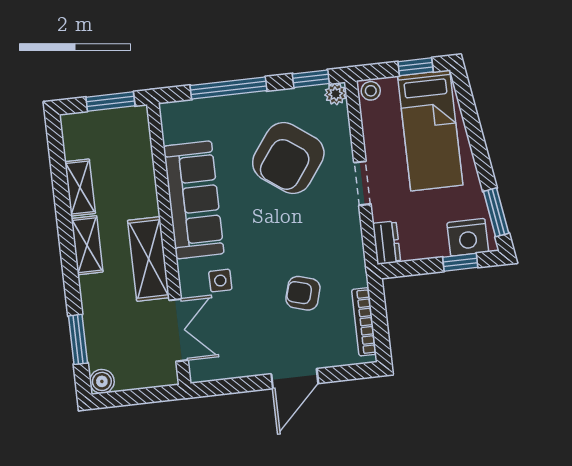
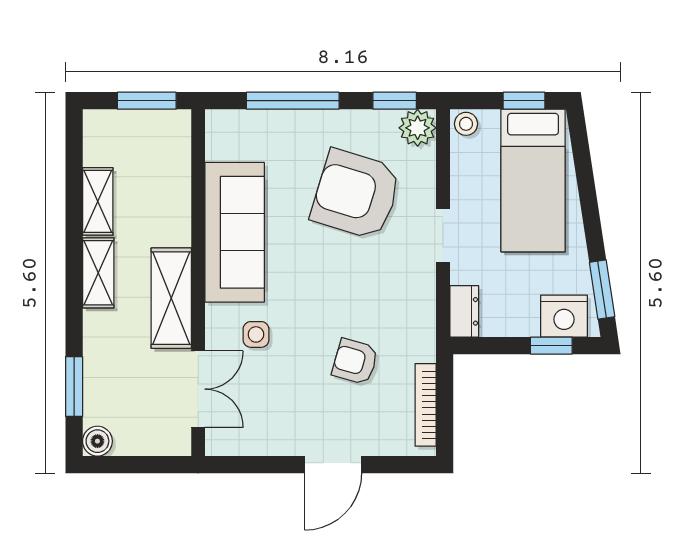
plant: (336, 94) -> (418, 128), width x1.38, depth x1.38
armchair: (288, 158) -> (356, 194), turned 71

